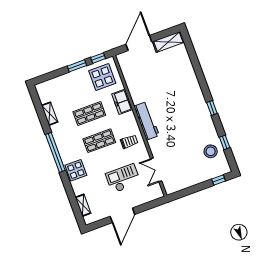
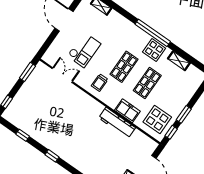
workbench: (147, 121) -> (117, 123), moved
stool: (211, 151) -> (29, 120), removed
display table: (76, 170) -> (154, 50), moved
window: (184, 193) -> (27, 72), added

